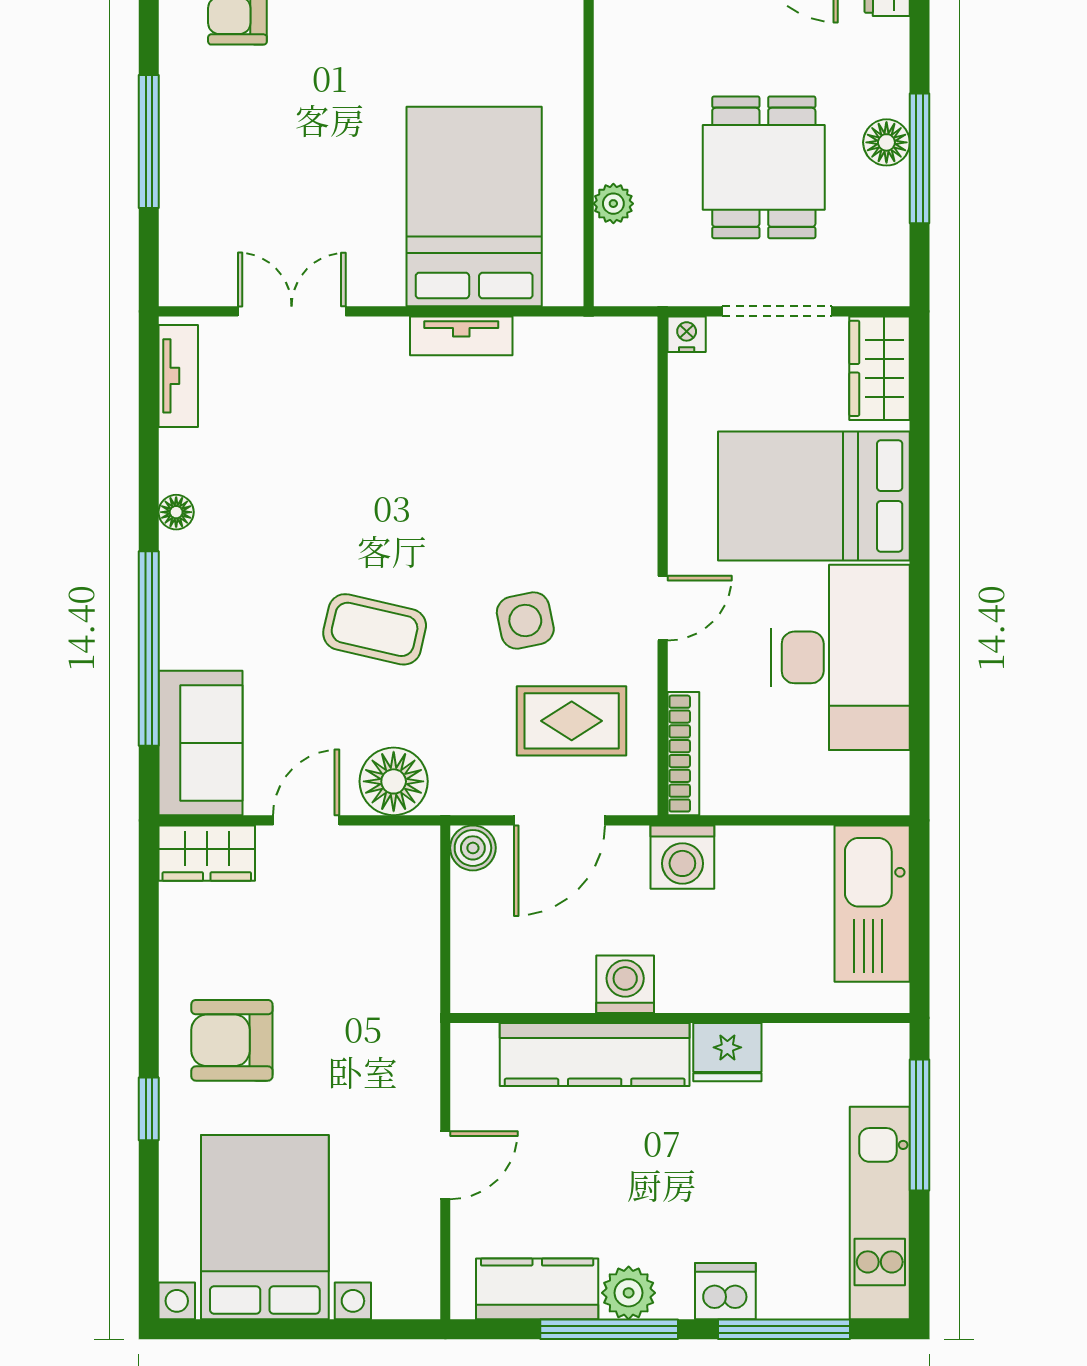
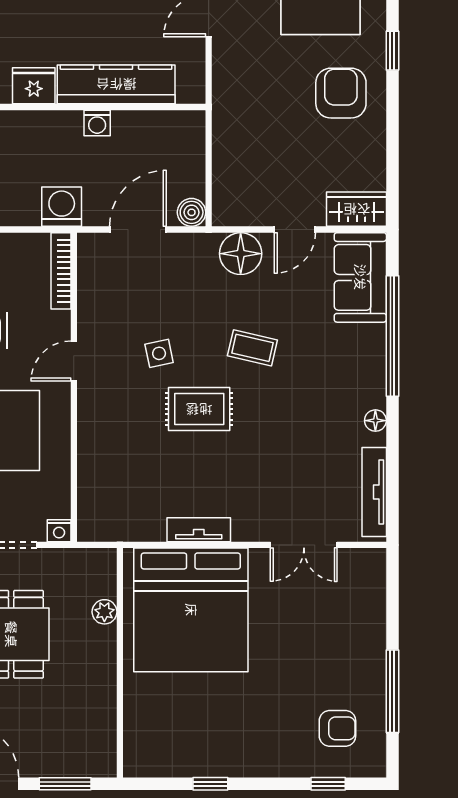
window: (149, 141) -> (392, 691), moved
bed: (474, 207) -> (191, 610), width x1.36
tv unit: (178, 376) -> (374, 492), width x1.41
side table: (525, 620) -> (159, 353), width x0.73, depth x0.73
coffee table: (375, 629) -> (252, 348), width x0.73, depth x0.77
rug: (572, 721) -> (199, 409), moved
washing machine: (625, 984) -> (97, 123), width x0.73, depth x0.73
armchair: (232, 1040) -> (341, 93), turned -90

